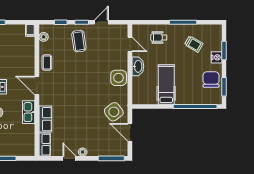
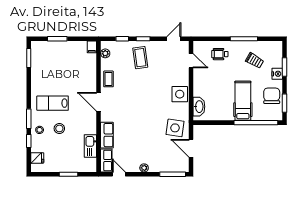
door: (101, 22) -> (174, 39), moved
washbasin: (138, 66) -> (199, 107), moved
hospital bed: (166, 84) -> (243, 101), moved
kitchen sink: (29, 112) -> (90, 146), moved
side table: (114, 112) -> (175, 128), turned 45
door: (69, 158) -> (119, 174), moved

